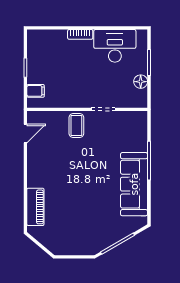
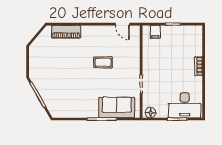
desk: (115, 46) -> (185, 105), moved, turned 90
floor lamp: (141, 82) -> (150, 113), moved
coffee table: (76, 126) -> (103, 62), moved
sofa: (134, 184) -> (117, 108), moved, width x0.73

